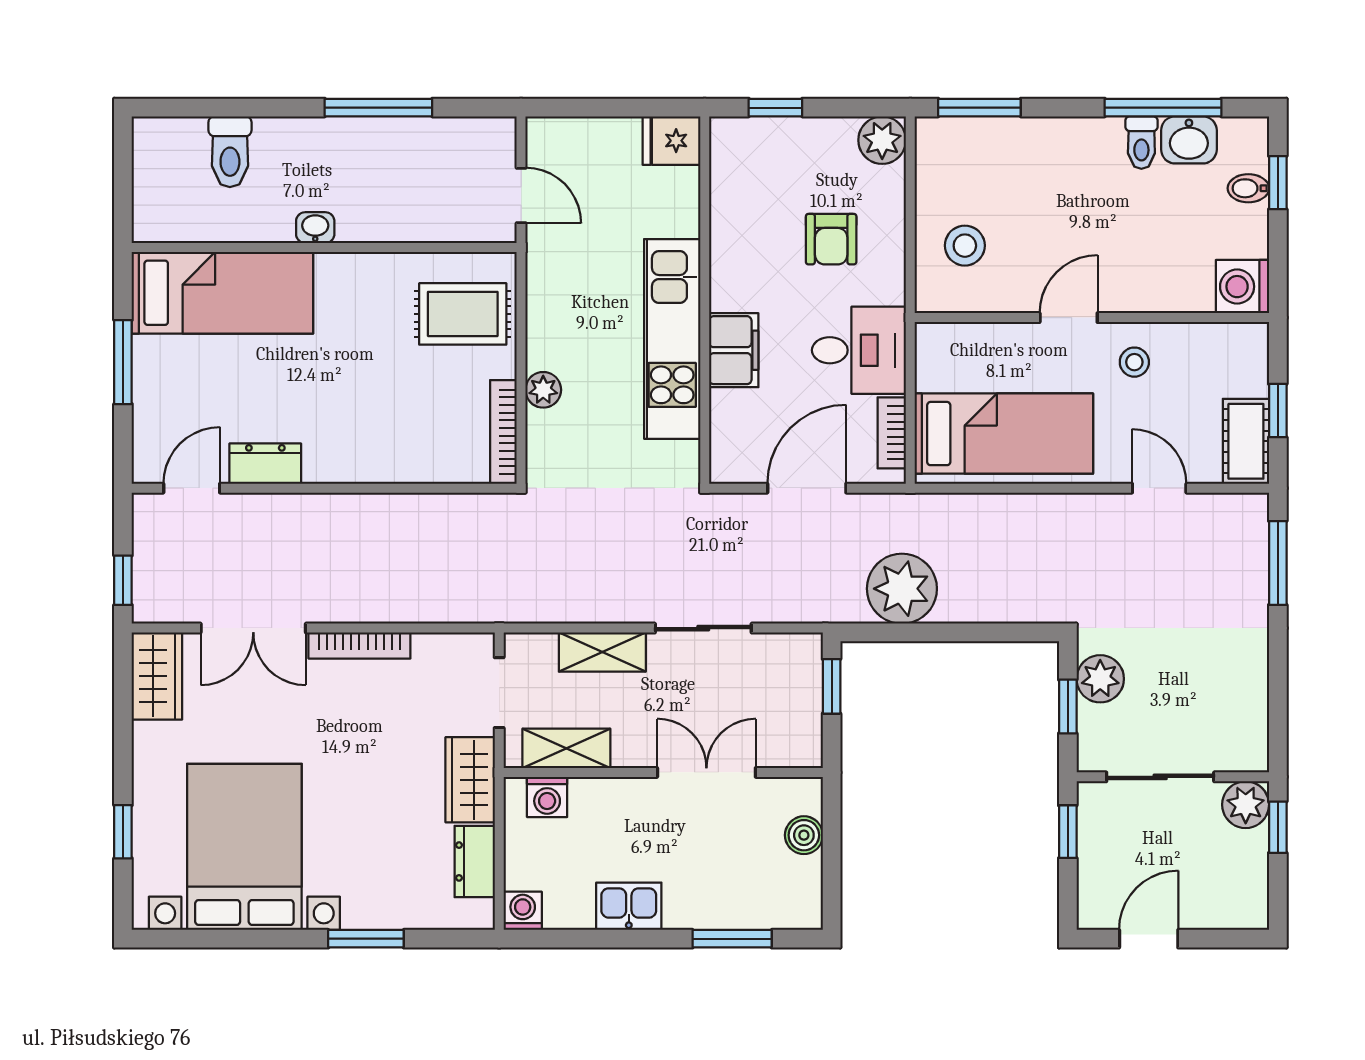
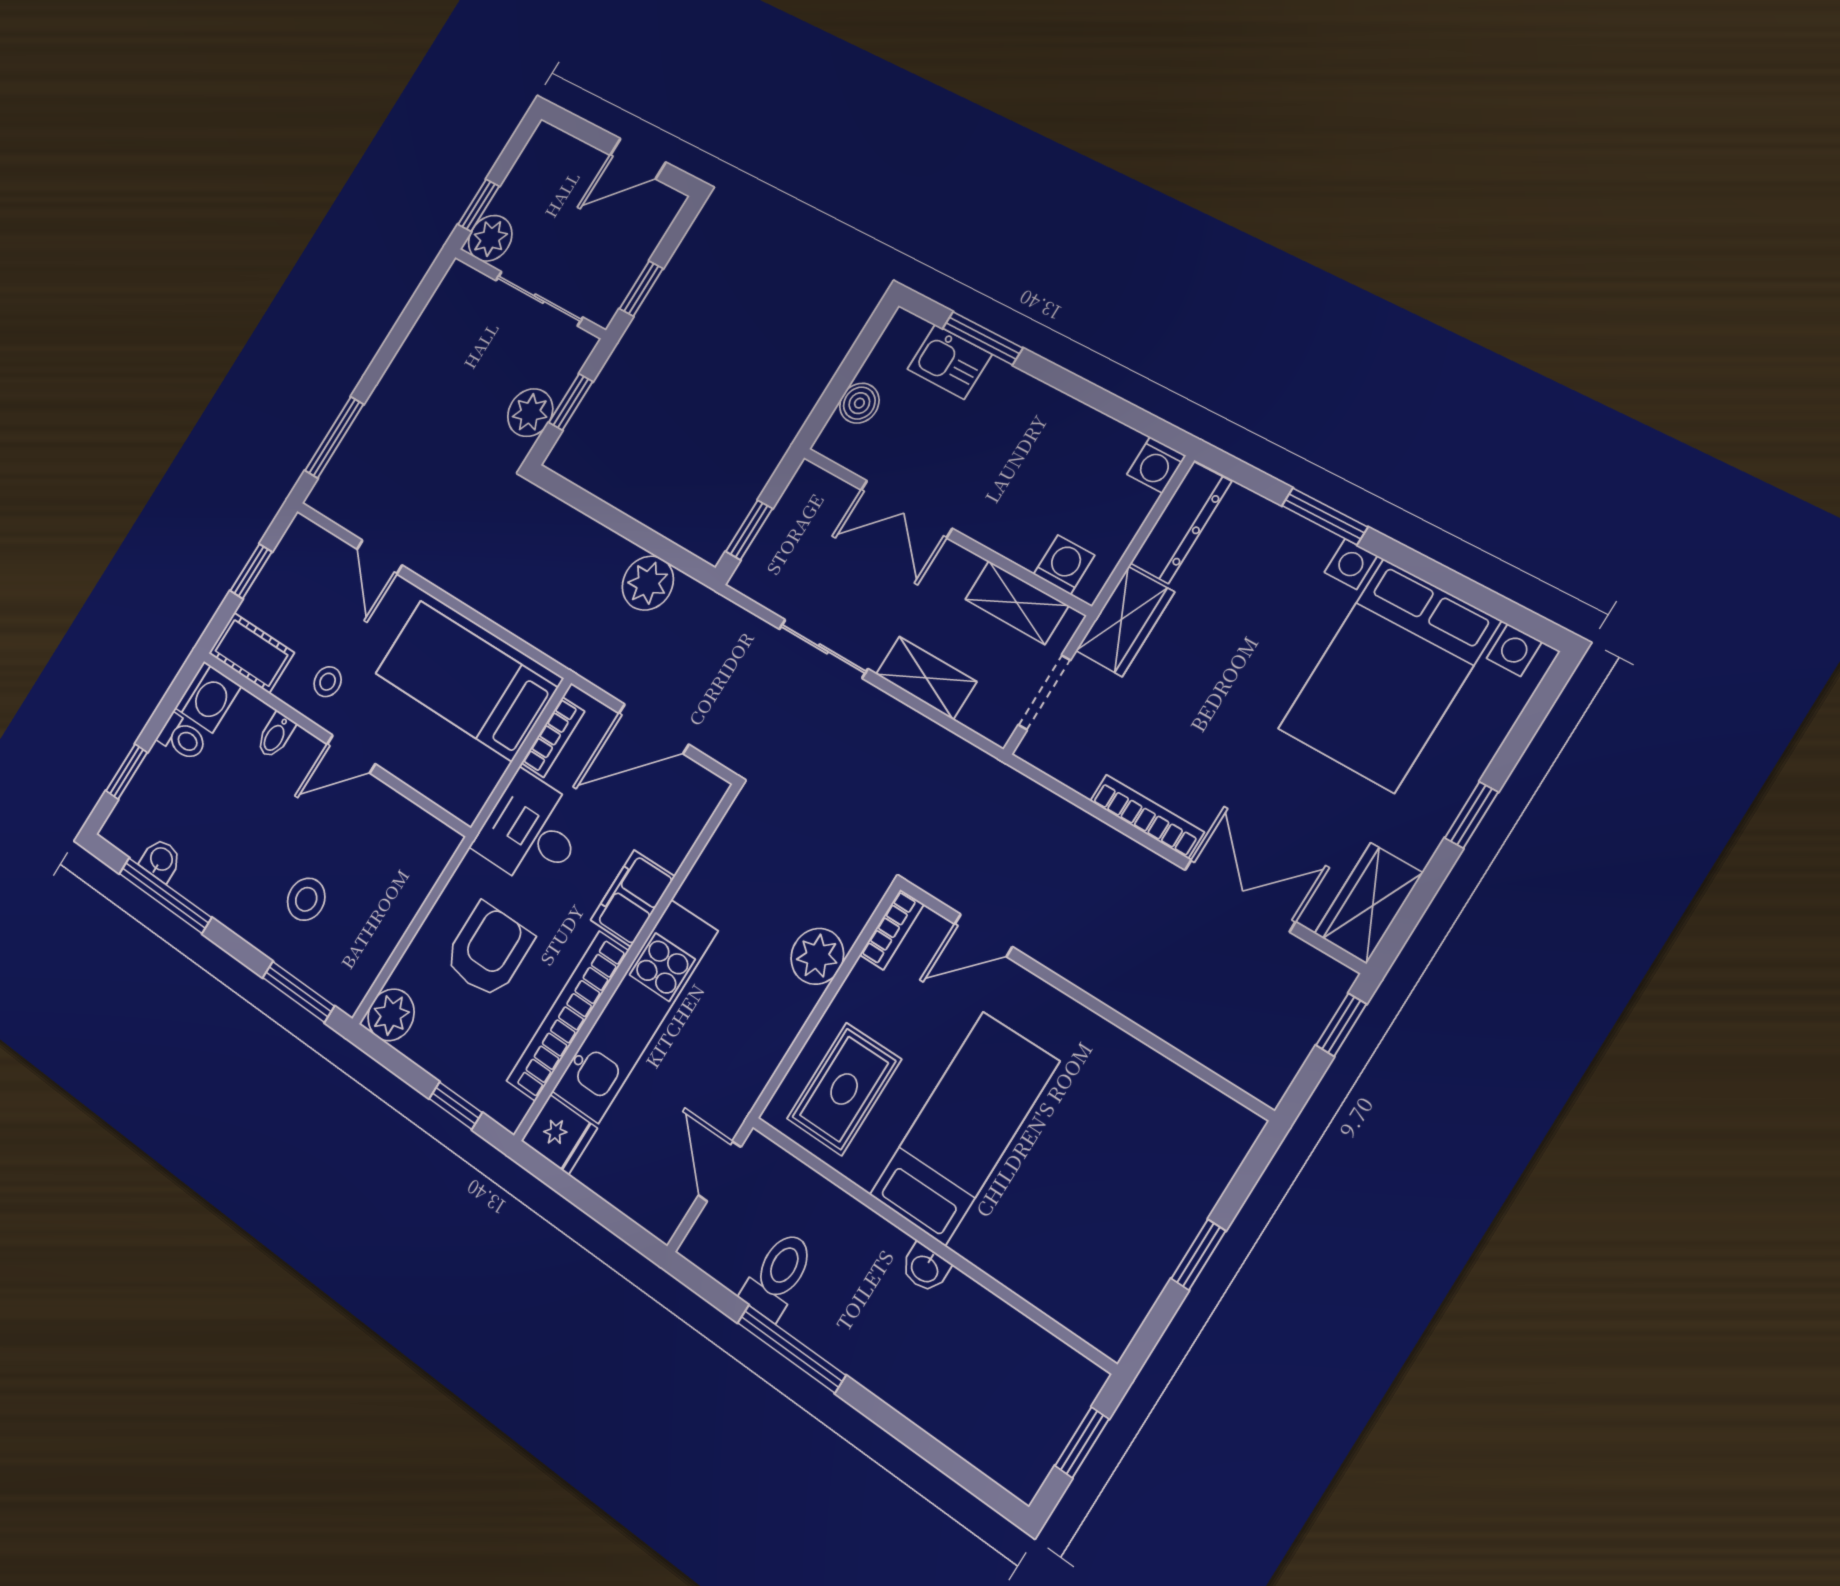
washbasin: (1189, 140) -> (161, 860), width x0.72, depth x0.69
toilet: (1141, 143) -> (182, 738), moved, turned 90
toilet: (230, 152) -> (778, 1275), moved
window: (123, 184) -> (1082, 1442), added
bidet: (1248, 188) -> (276, 735), moved, turned 90
bookcase: (727, 231) -> (567, 1016), added
armchair: (831, 239) -> (488, 950), width x1.38, depth x1.38
stool: (965, 246) -> (306, 899), moved
bed: (222, 293) -> (964, 1128), moved, turned 90
rug: (463, 314) -> (844, 1089), turned 90
kitchen unit: (672, 339) -> (635, 1011), moved
window: (123, 362) -> (1198, 1255), width x0.67
plant: (543, 390) -> (817, 956), width x1.38, depth x1.38
bookcase: (503, 432) -> (892, 930), width x0.64
cot: (1246, 441) -> (251, 653), moved, turned 90
dresser: (265, 464) -> (1123, 1058), removed
door: (192, 488) -> (983, 935), moved
plant: (902, 589) -> (648, 583), width x0.73, depth x0.73
window: (123, 832) -> (1471, 815), moved
dresser: (475, 861) -> (1181, 522), width x1.44
kitchen sink: (629, 906) -> (950, 362), moved

